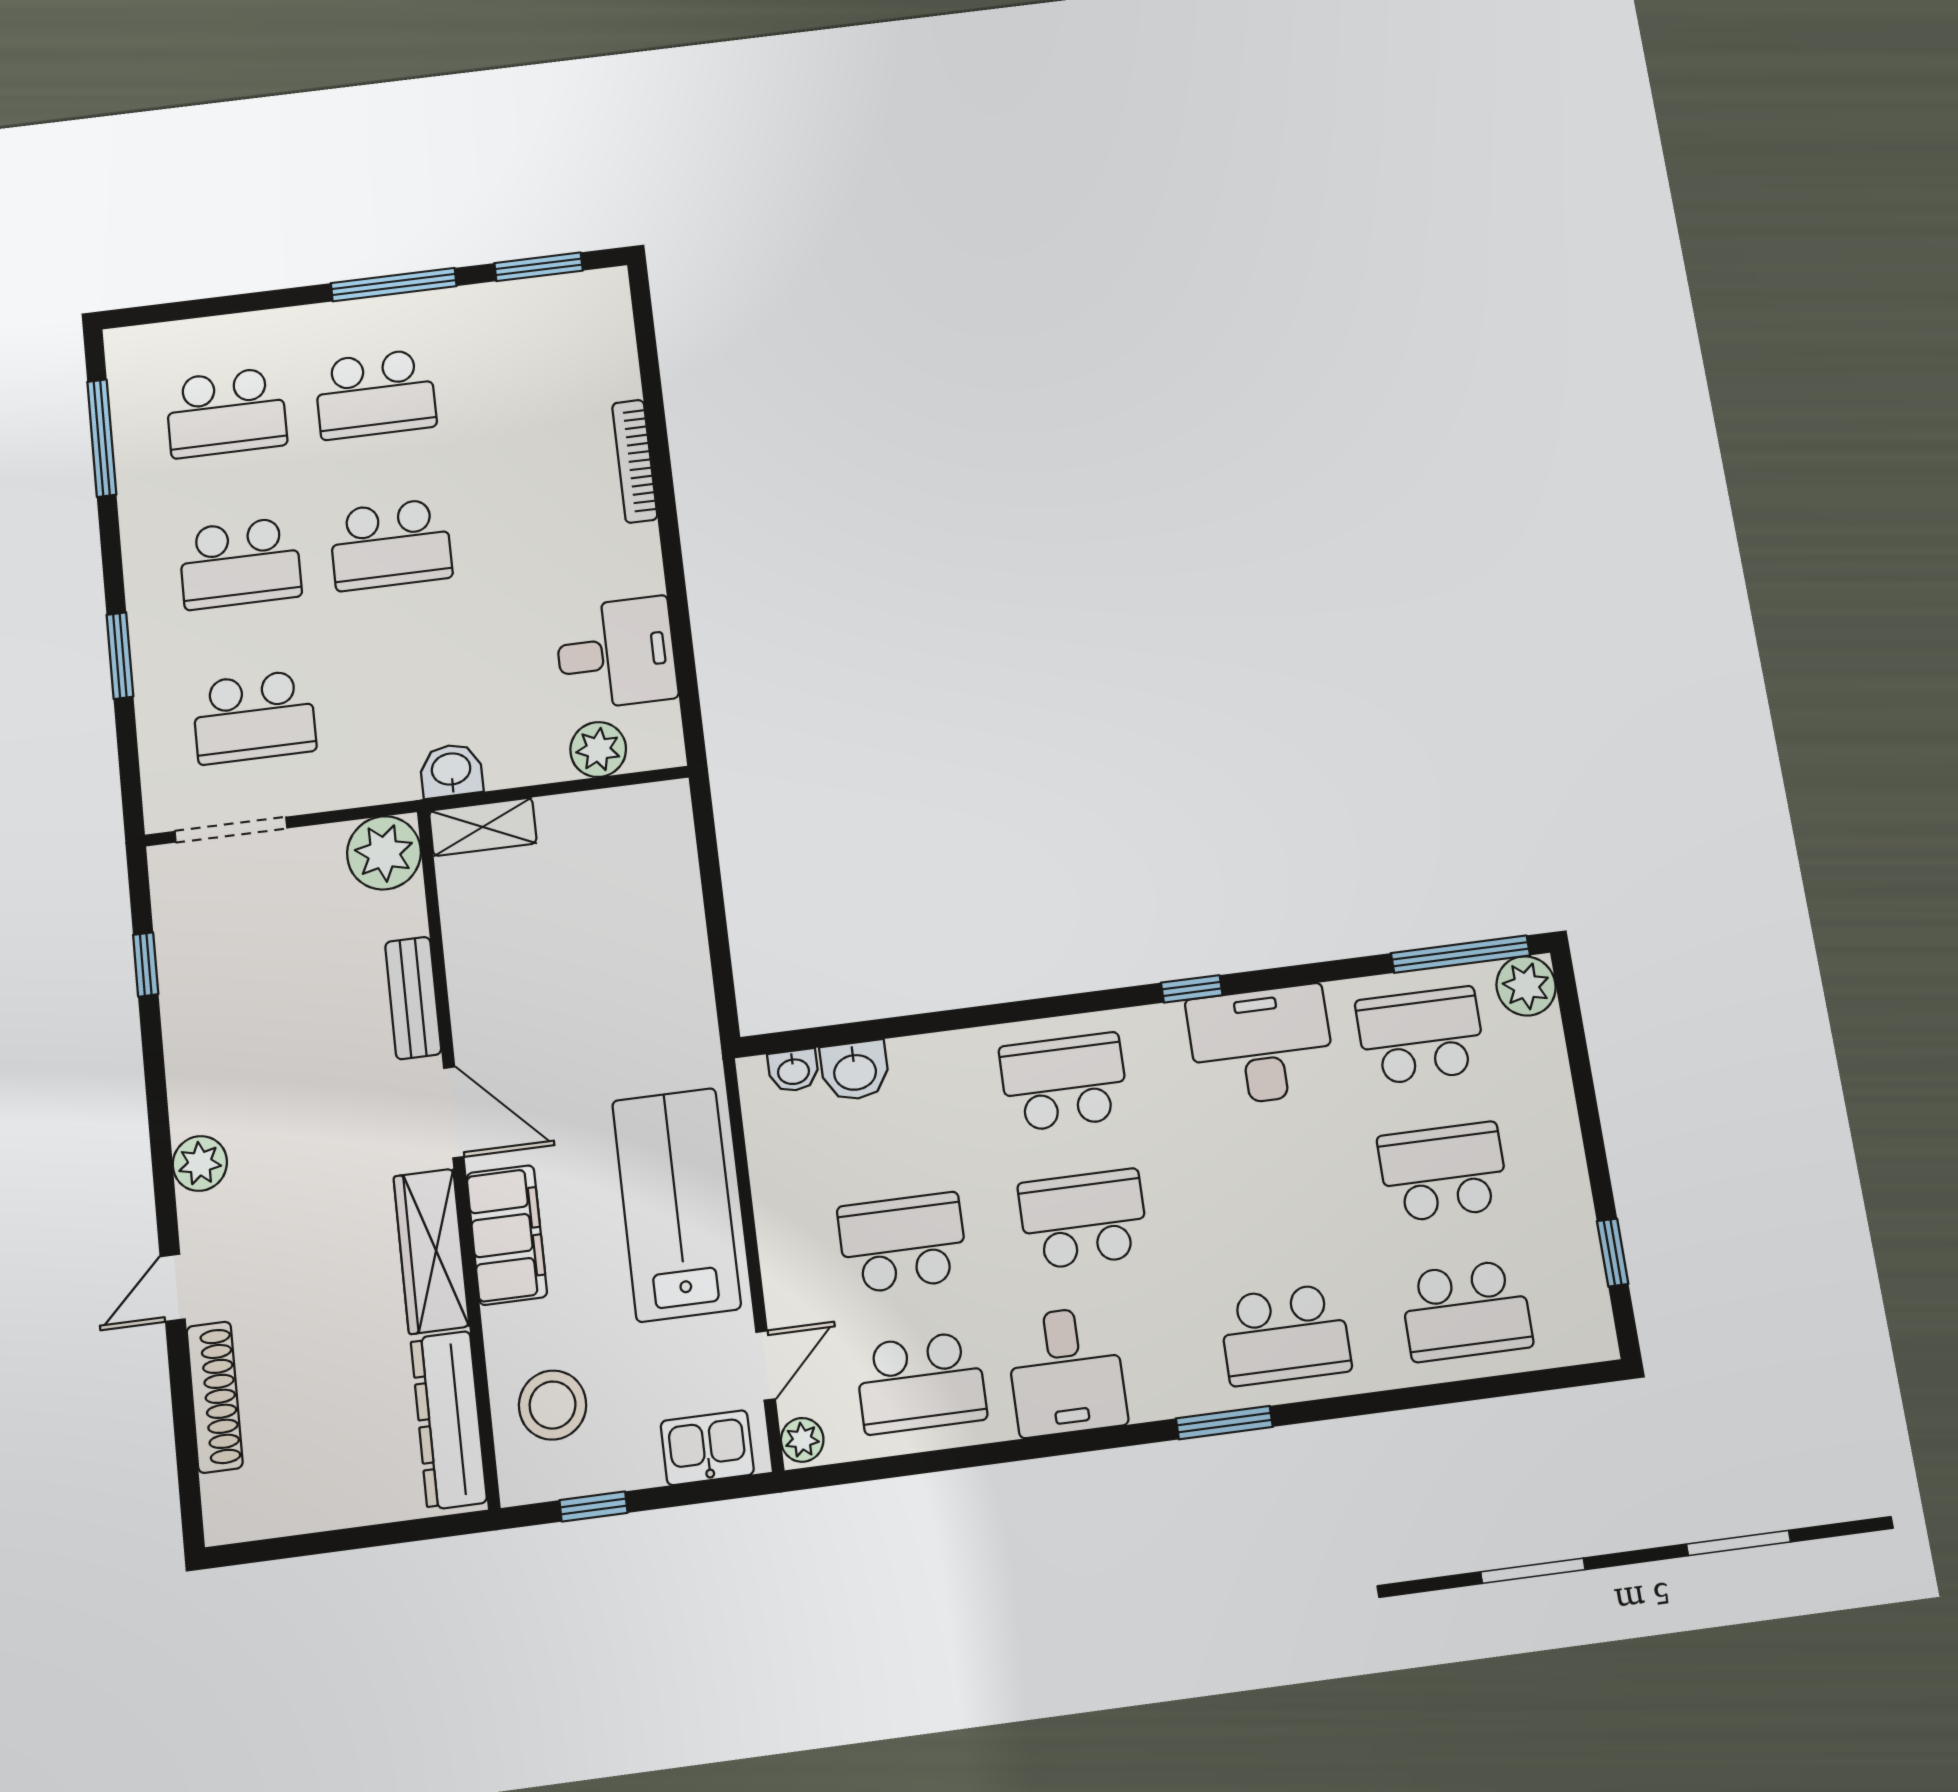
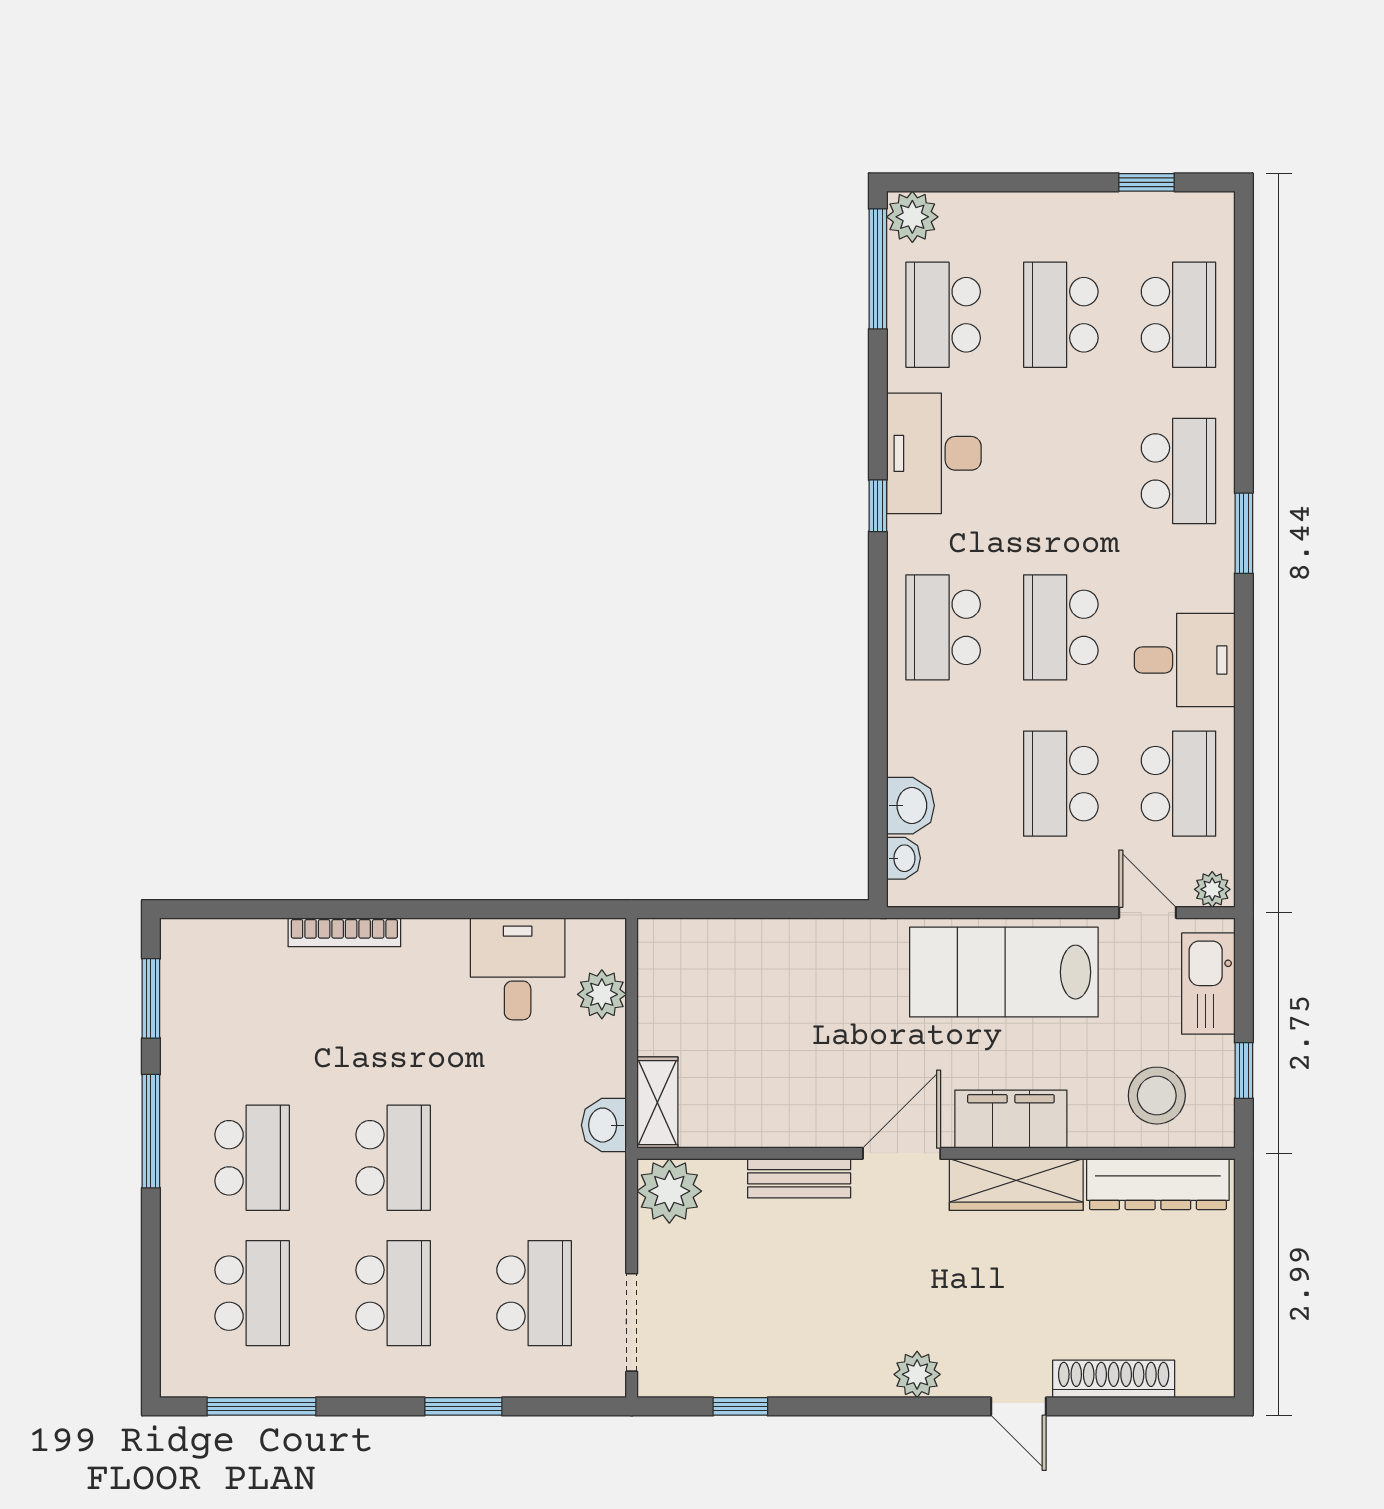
kitchen sink: (707, 1448) -> (1208, 984), width x1.38

